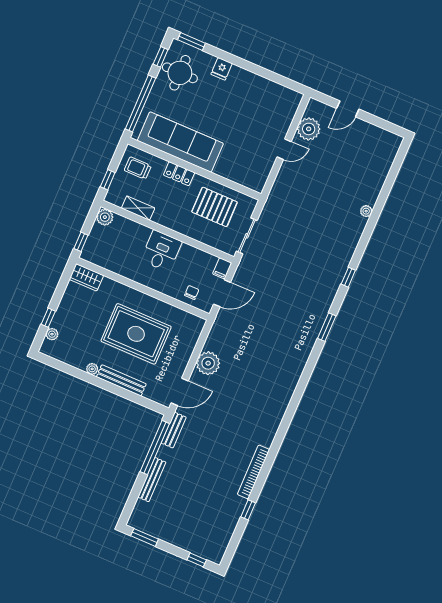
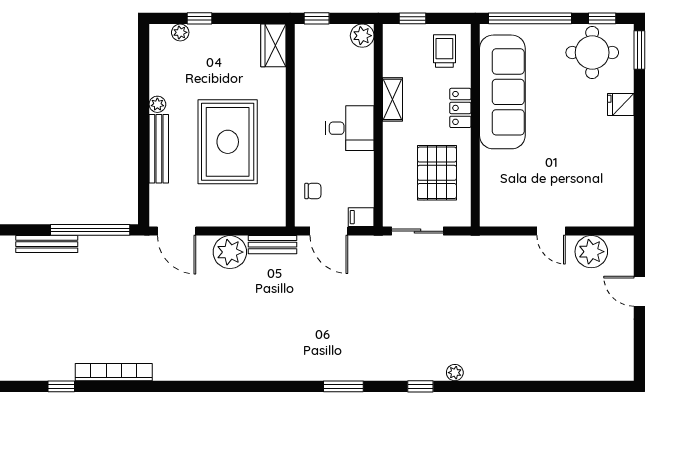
shelving: (138, 208) -> (393, 99), moved
plant: (366, 211) -> (455, 373), moved
bench: (174, 430) -> (272, 245), moved

